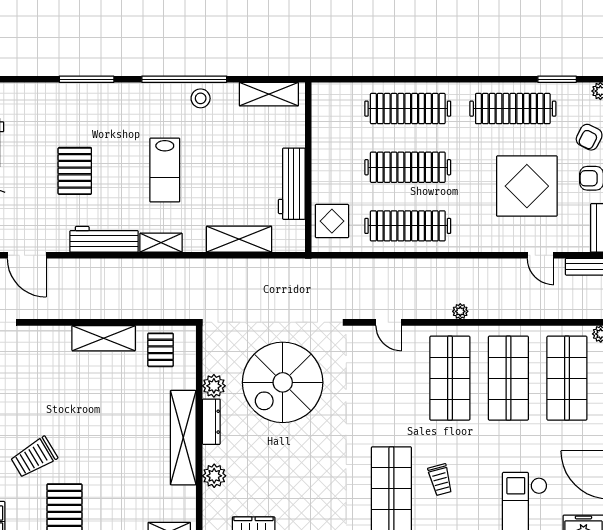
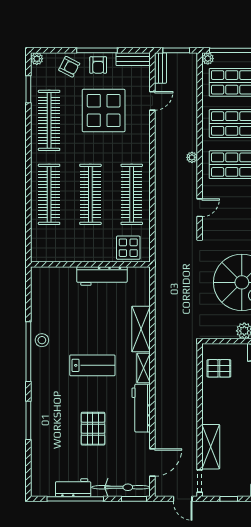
shelving: (269, 94) -> (39, 292), removed
pallet: (75, 171) -> (93, 429), turned 90
shelving: (239, 239) -> (141, 329), moved
shelving: (104, 338) -> (211, 447), moved

